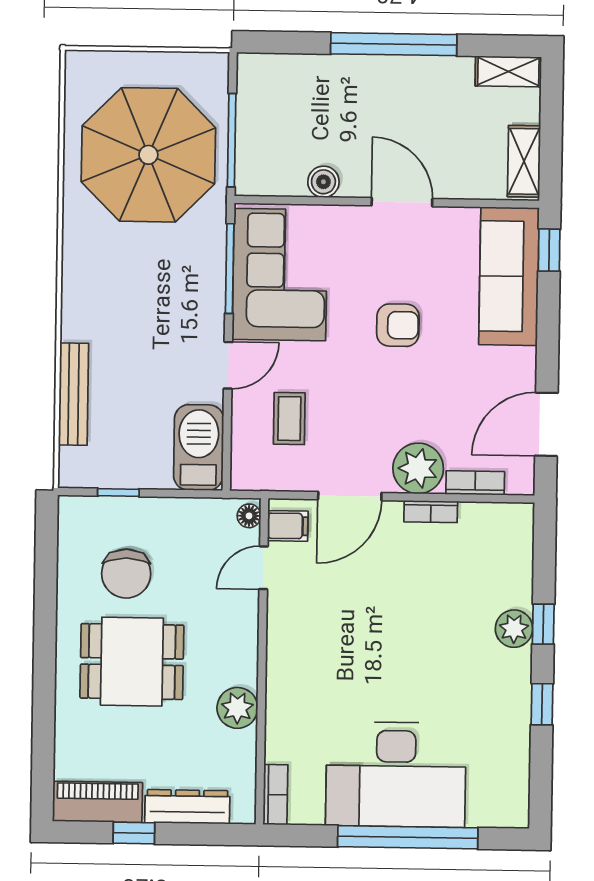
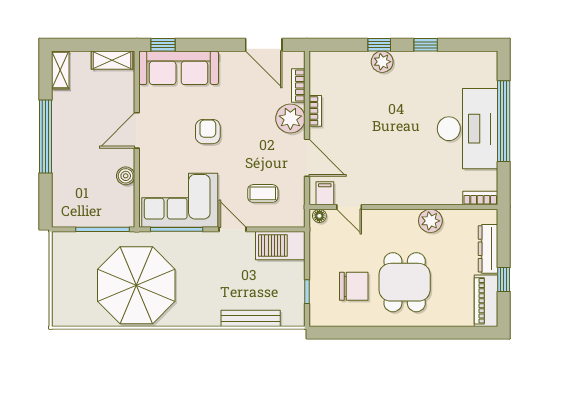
parasol: (148, 155) -> (136, 285), moved

